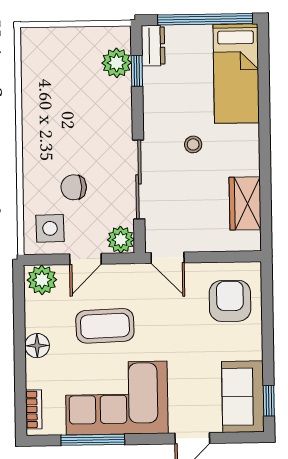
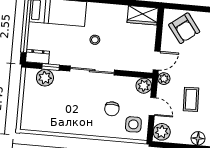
sliding door: (139, 179) -> (92, 71), moved
wardrobe: (245, 203) -> (143, 15), moved
plant: (137, 274) -> (164, 79), added
armchair: (230, 301) -> (184, 28), turned -127
coffee table: (105, 326) -> (191, 99), width x0.73, depth x0.77

